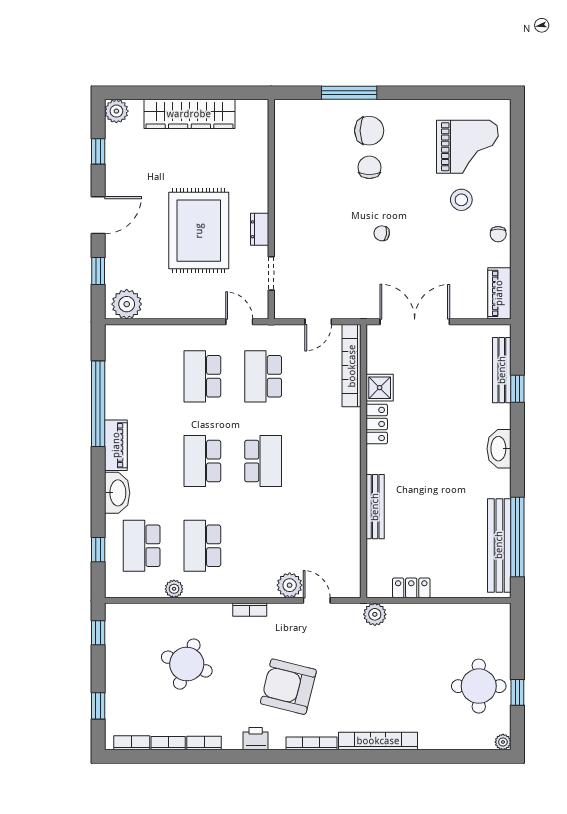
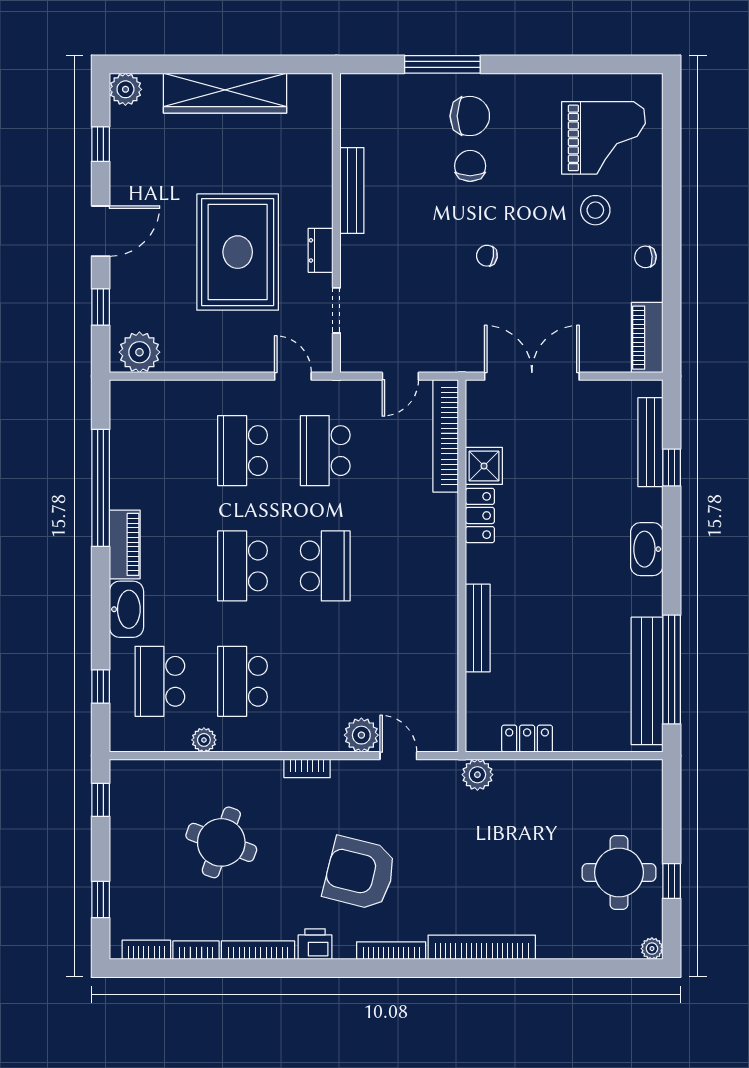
bench: (283, 185) -> (352, 190), added
chair: (498, 234) -> (645, 257), turned 86
bookcase: (204, 743) -> (258, 950), width x1.56

